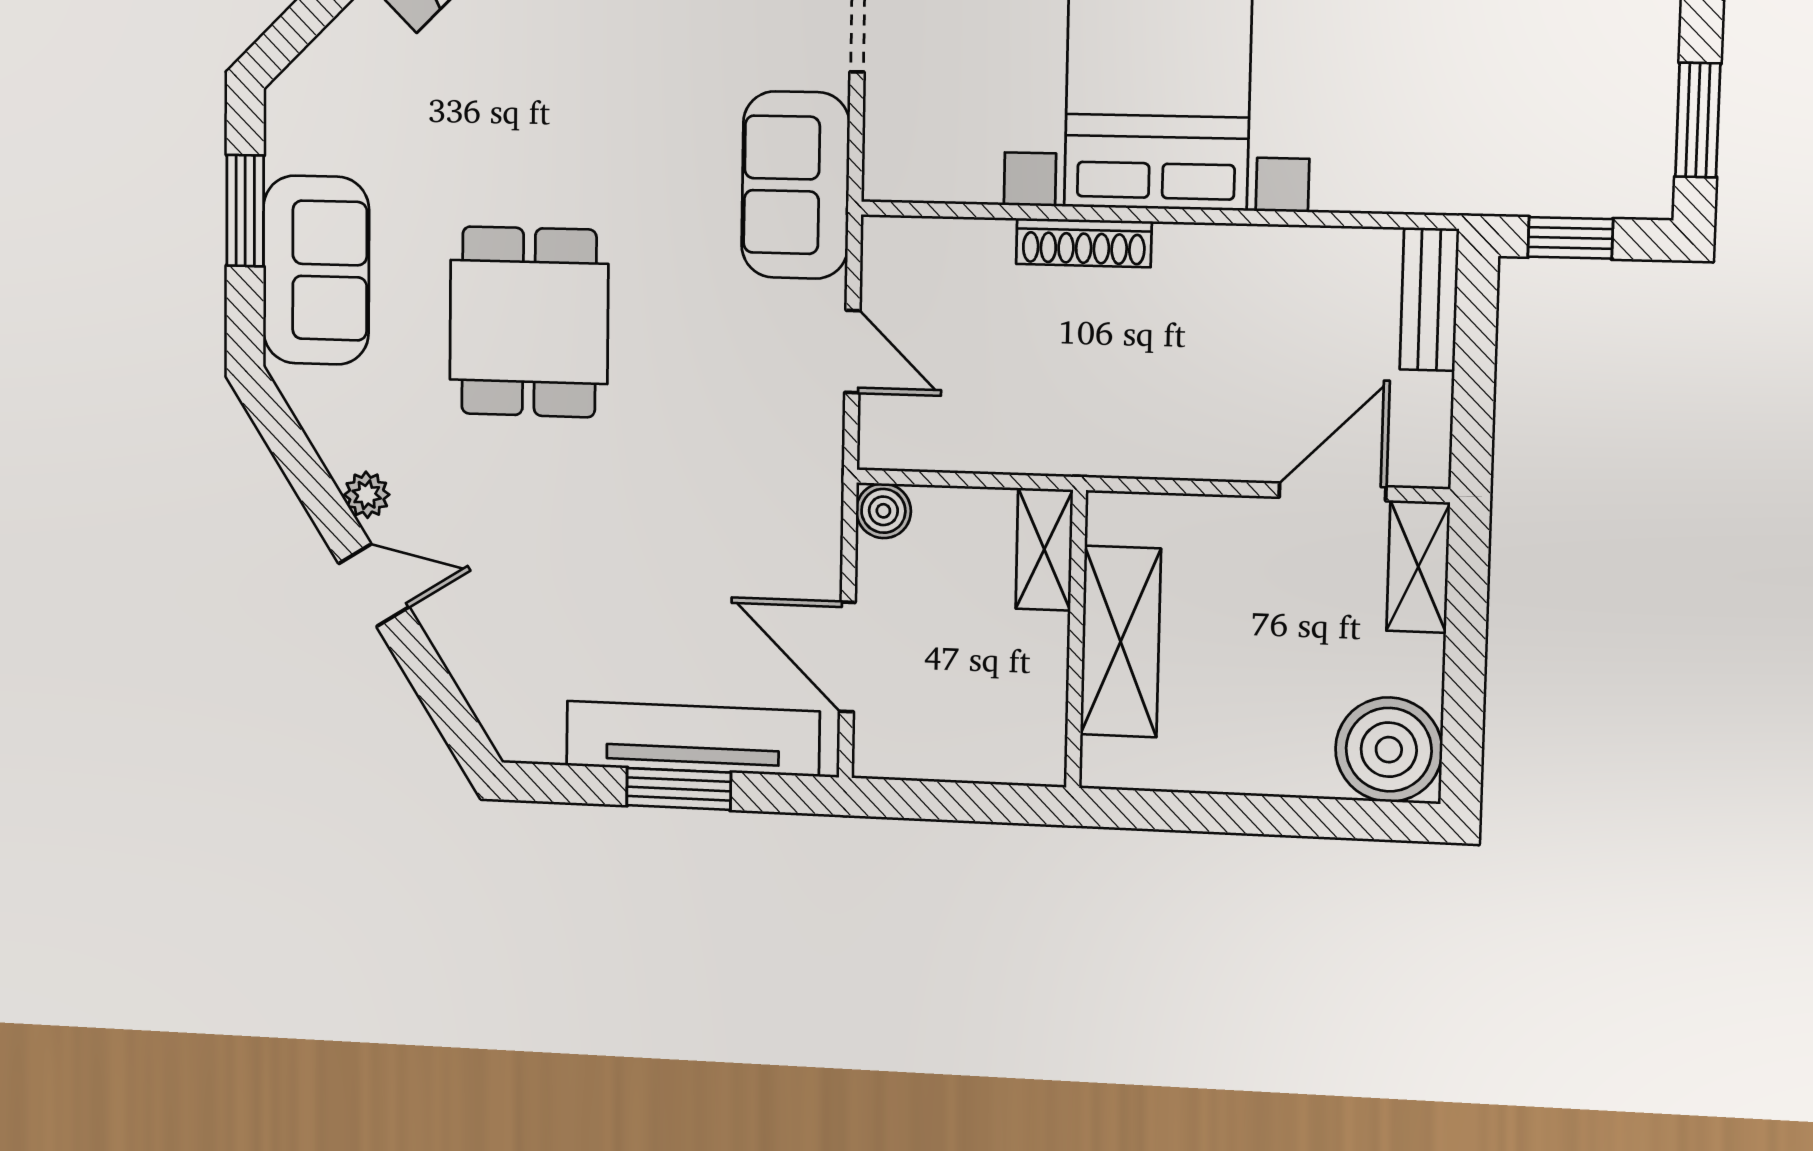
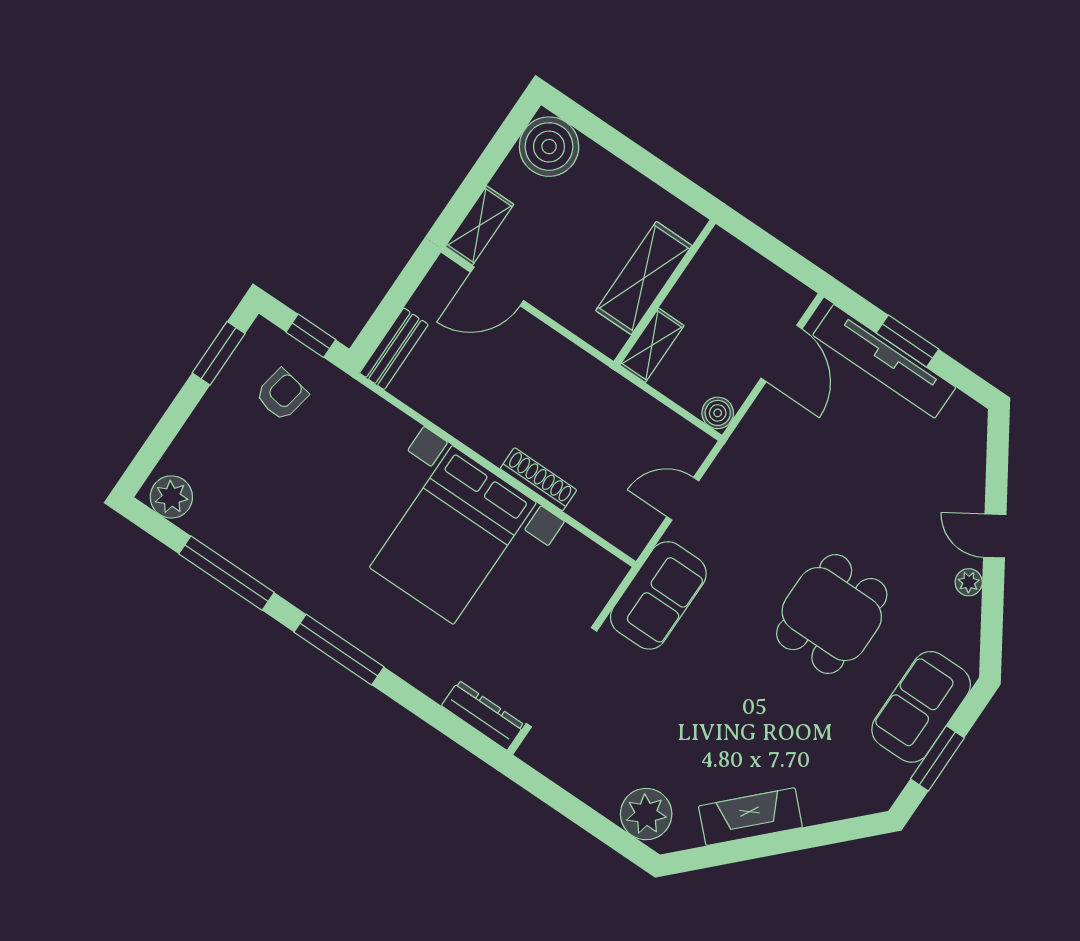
armchair: (1558, 119) -> (282, 395), added
door: (852, 351) -> (683, 499), hinge flipped

